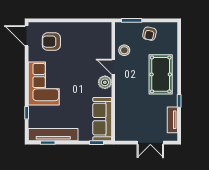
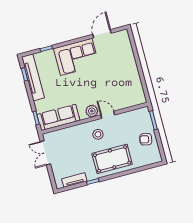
door: (27, 36) -> (102, 34), moved
armchair: (51, 42) -> (115, 54), removed
stool: (124, 50) -> (98, 134), moved
door: (113, 67) -> (108, 115), hinge flipped
double door: (150, 143) -> (45, 153), moved

